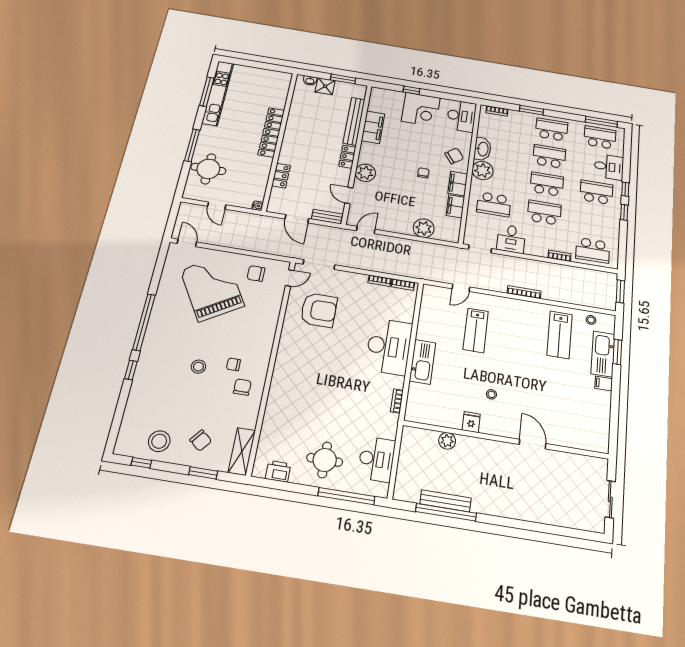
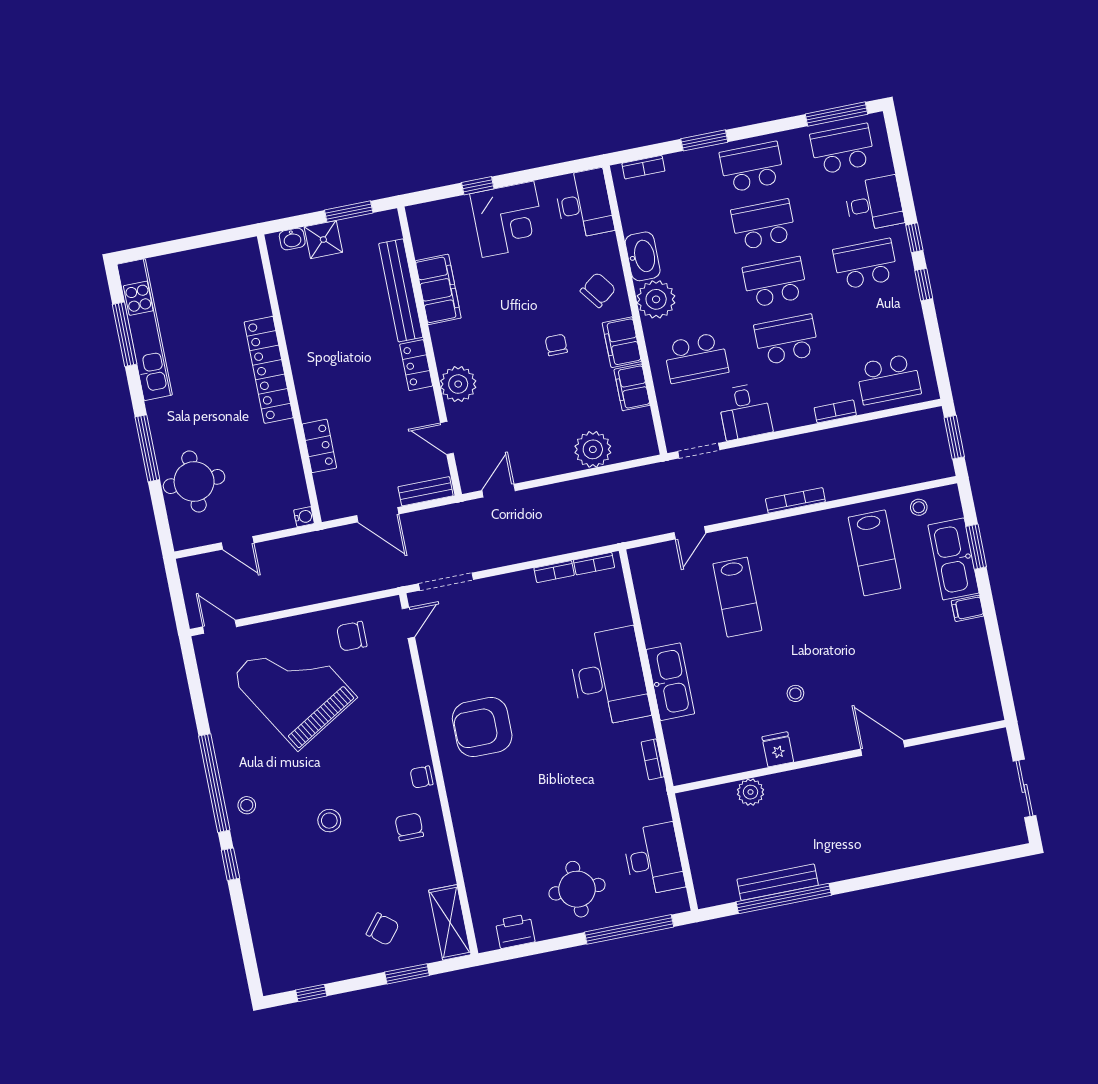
armchair: (319, 310) -> (482, 727), moved, turned 180
chair: (233, 364) -> (422, 777), moved
stool: (159, 441) -> (247, 805), moved, width x0.53, depth x0.53

